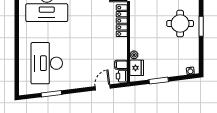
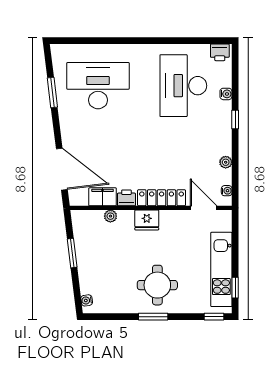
filing cabinet: (121, 65) -> (103, 197), width x2.00
fridge: (137, 68) -> (147, 220), moved
printer: (122, 76) -> (126, 198), moved
door: (103, 87) -> (62, 169), width x1.88

